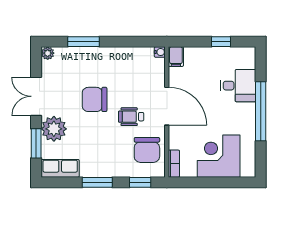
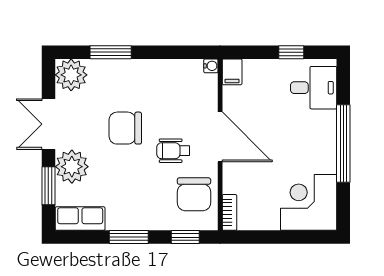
plant: (48, 53) -> (71, 75), width x1.87, depth x1.87
desk: (238, 86) -> (314, 88), moved
corner desk: (219, 156) -> (309, 202), moved

